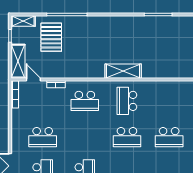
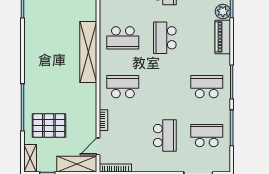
shelving: (123, 71) -> (88, 52), width x1.47
school desk: (85, 101) -> (123, 87), turned -90
school desk: (127, 137) -> (165, 38), turned 180

